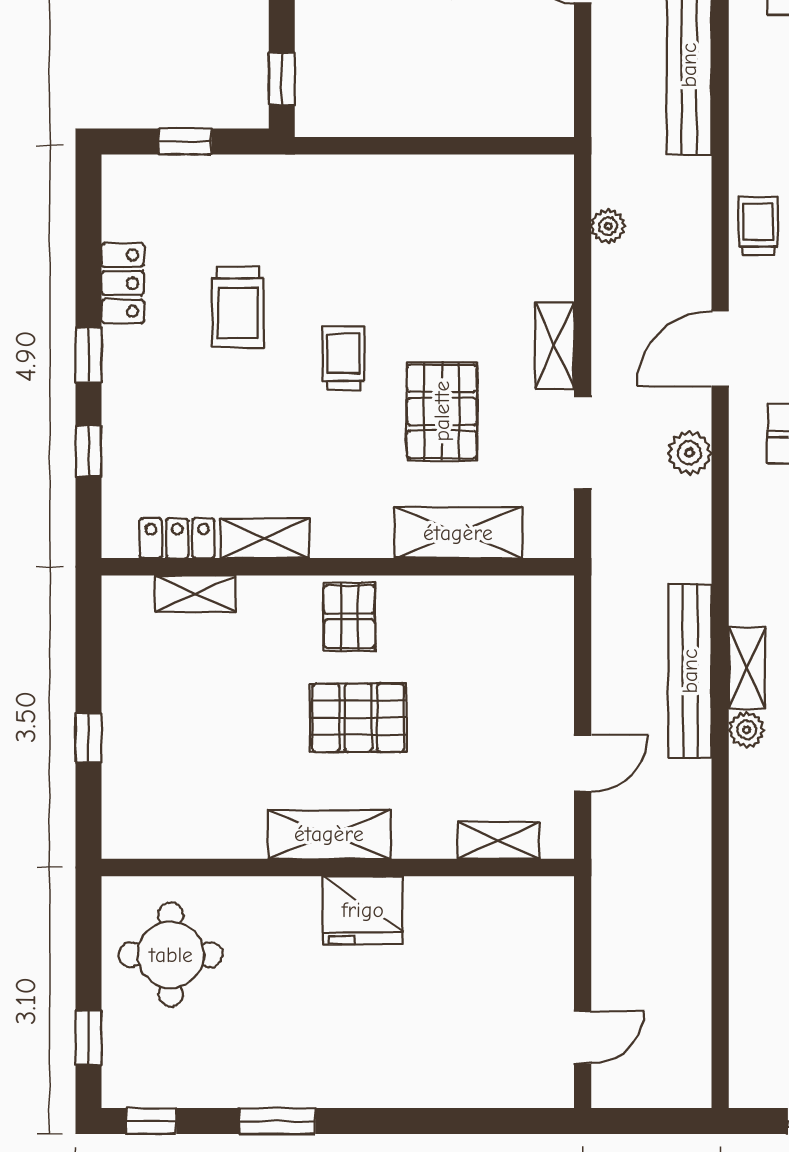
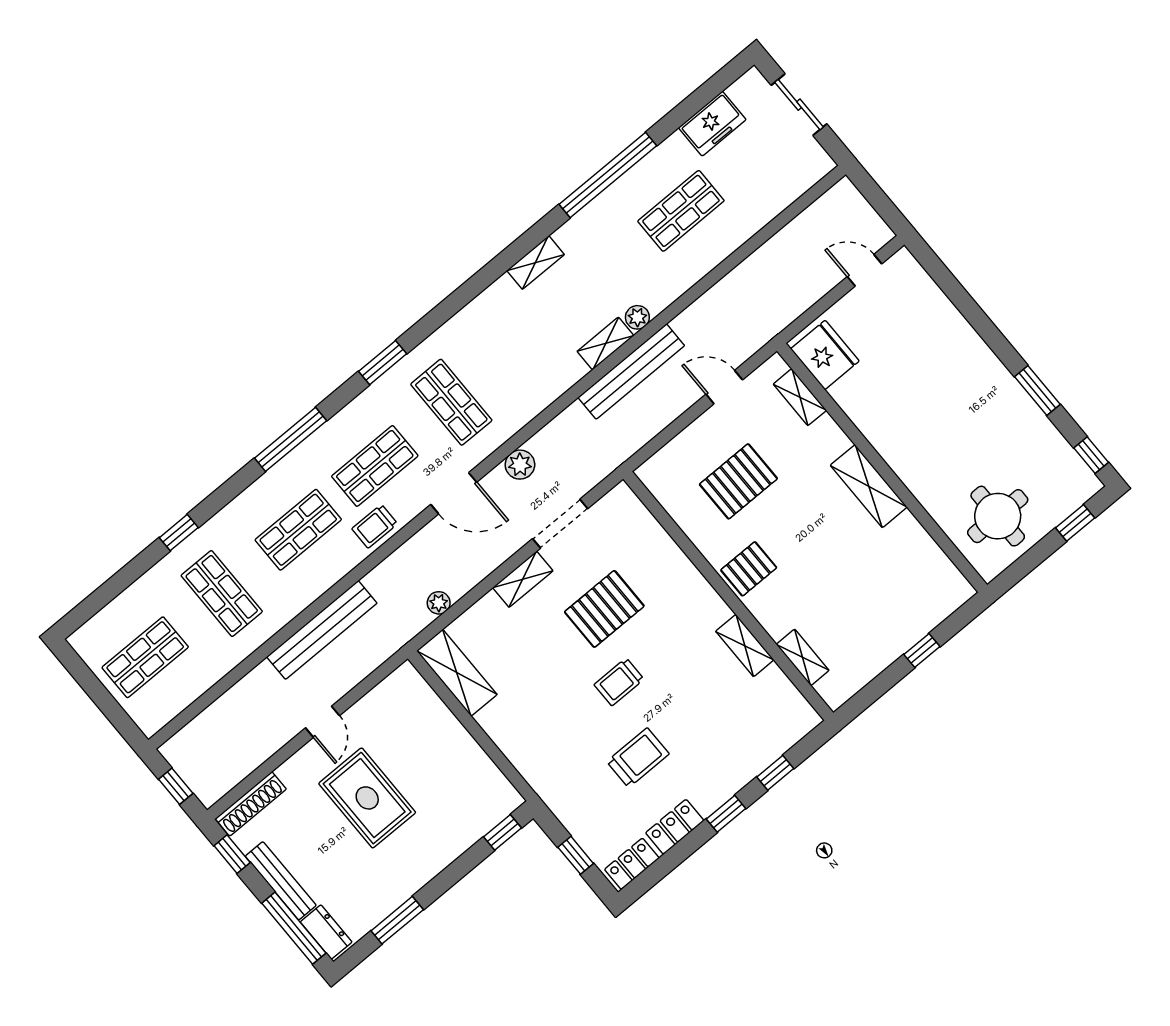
shelving: (458, 533) -> (457, 673), moved
locker: (177, 538) -> (632, 864), moved, turned 90
pallet: (358, 718) -> (738, 481), moved, turned 90
fridge: (363, 910) -> (825, 355), moved

